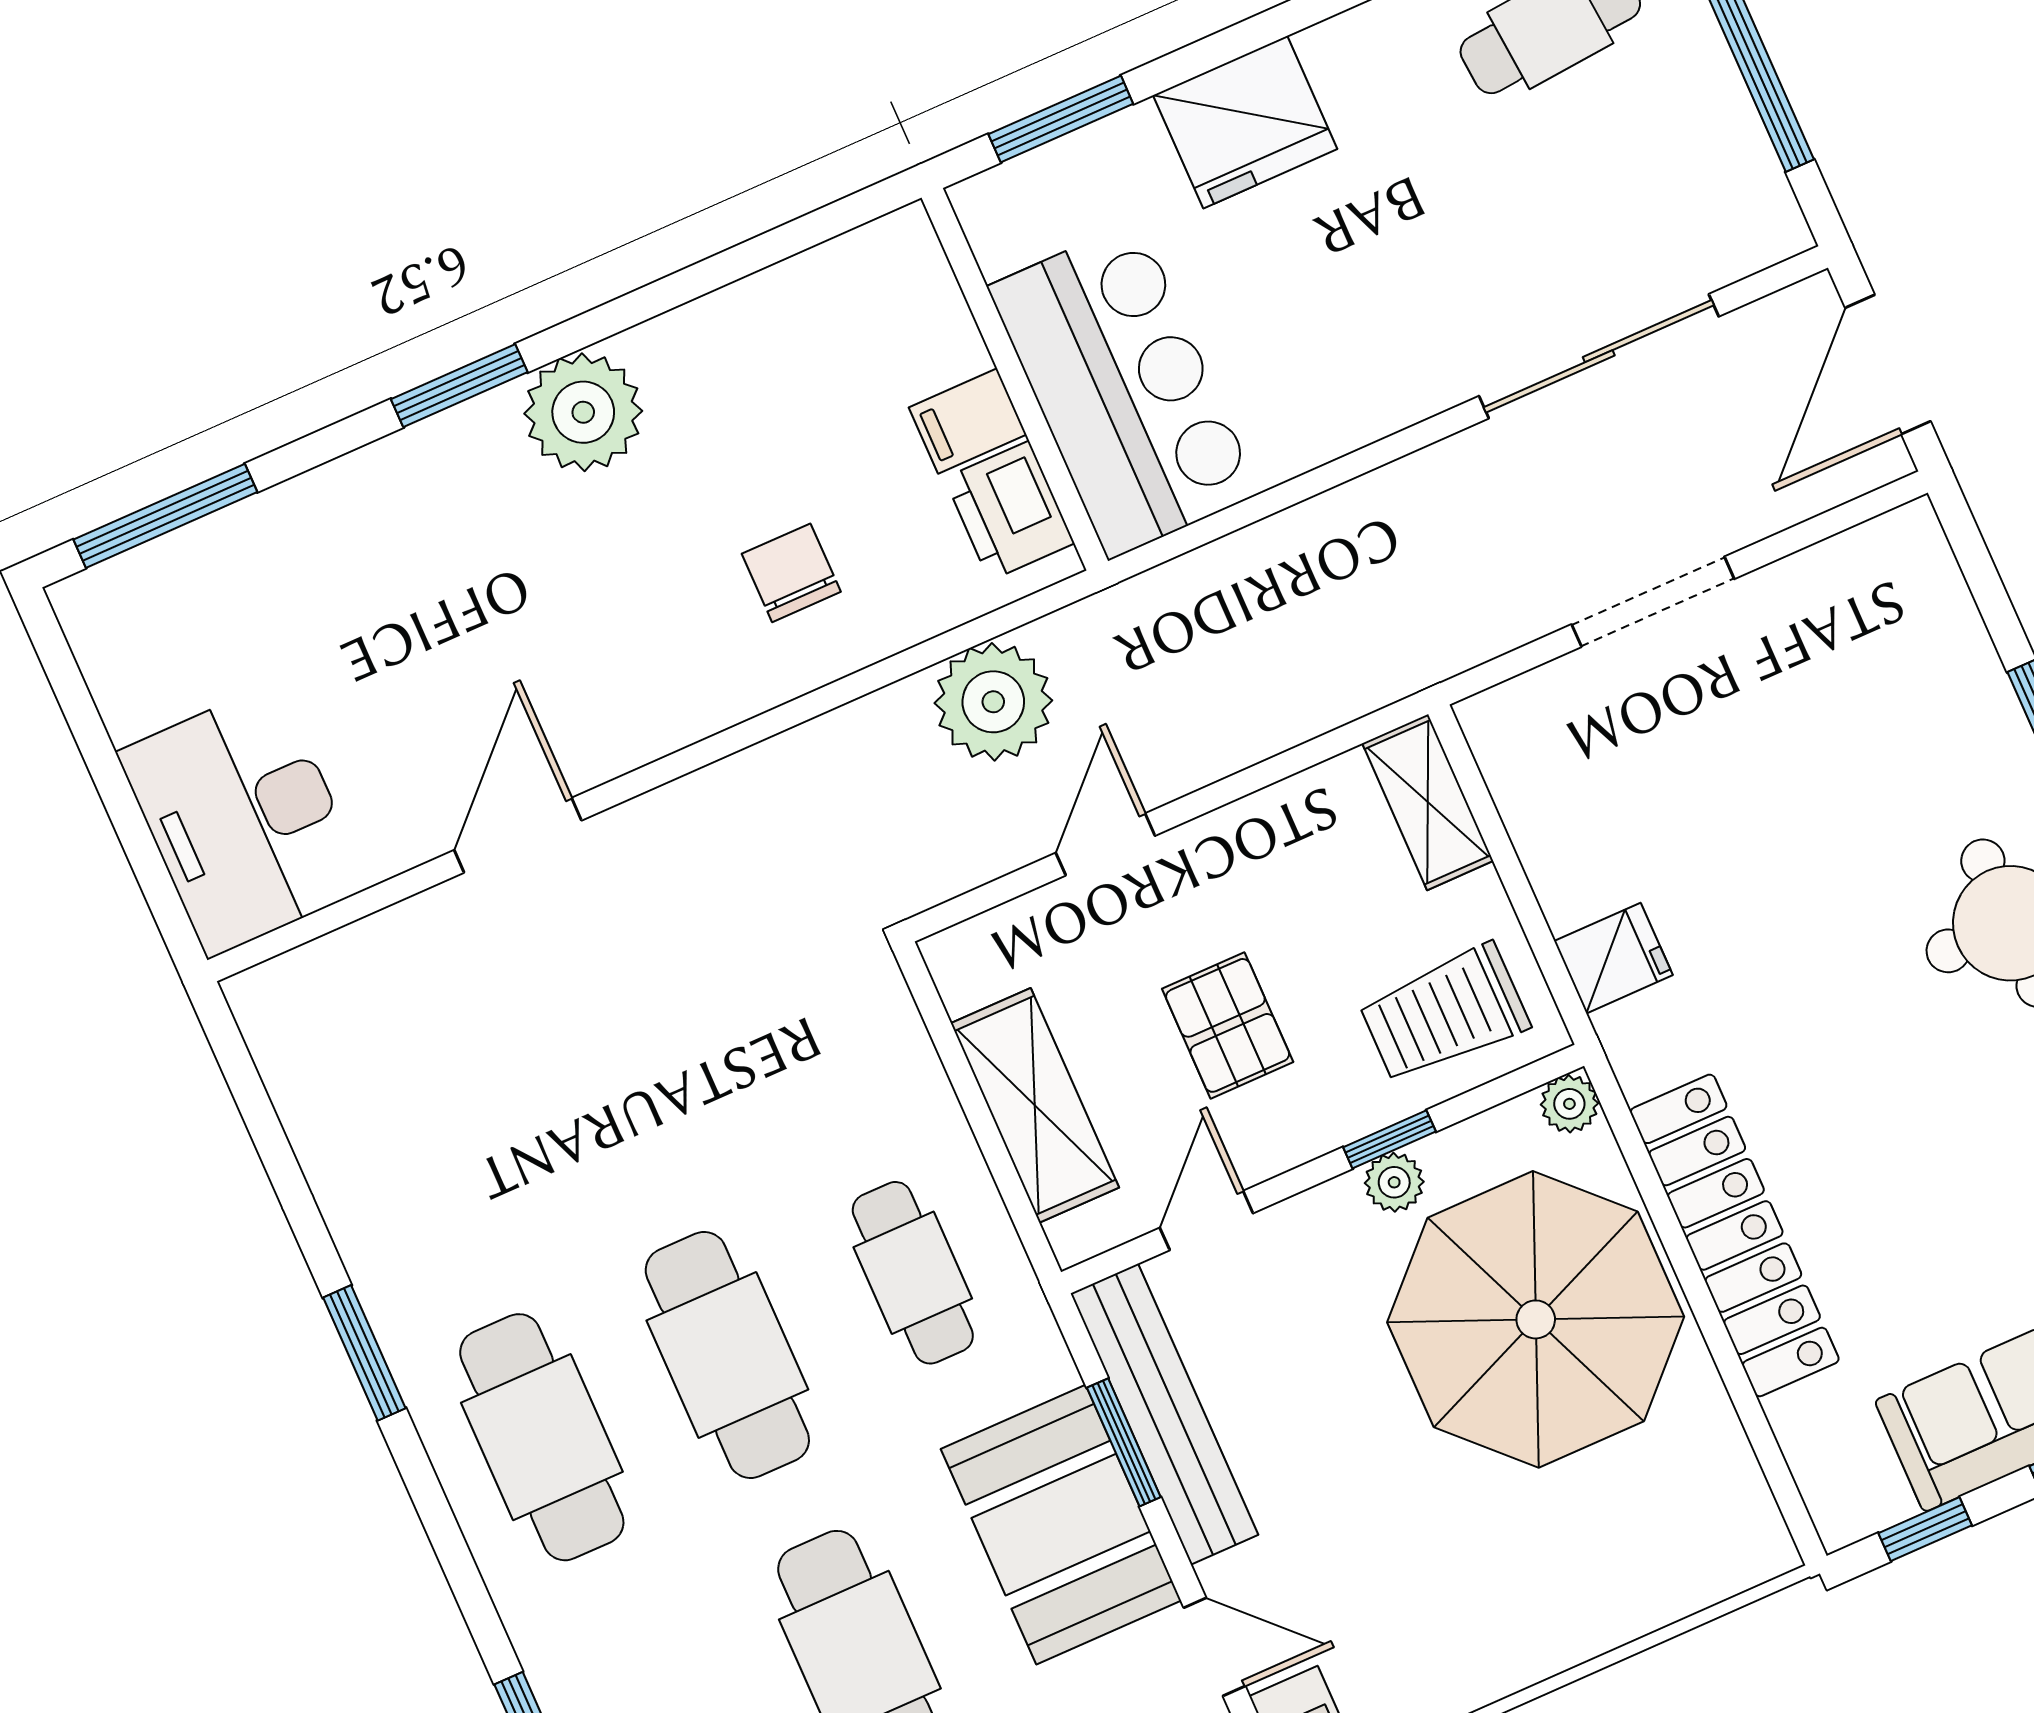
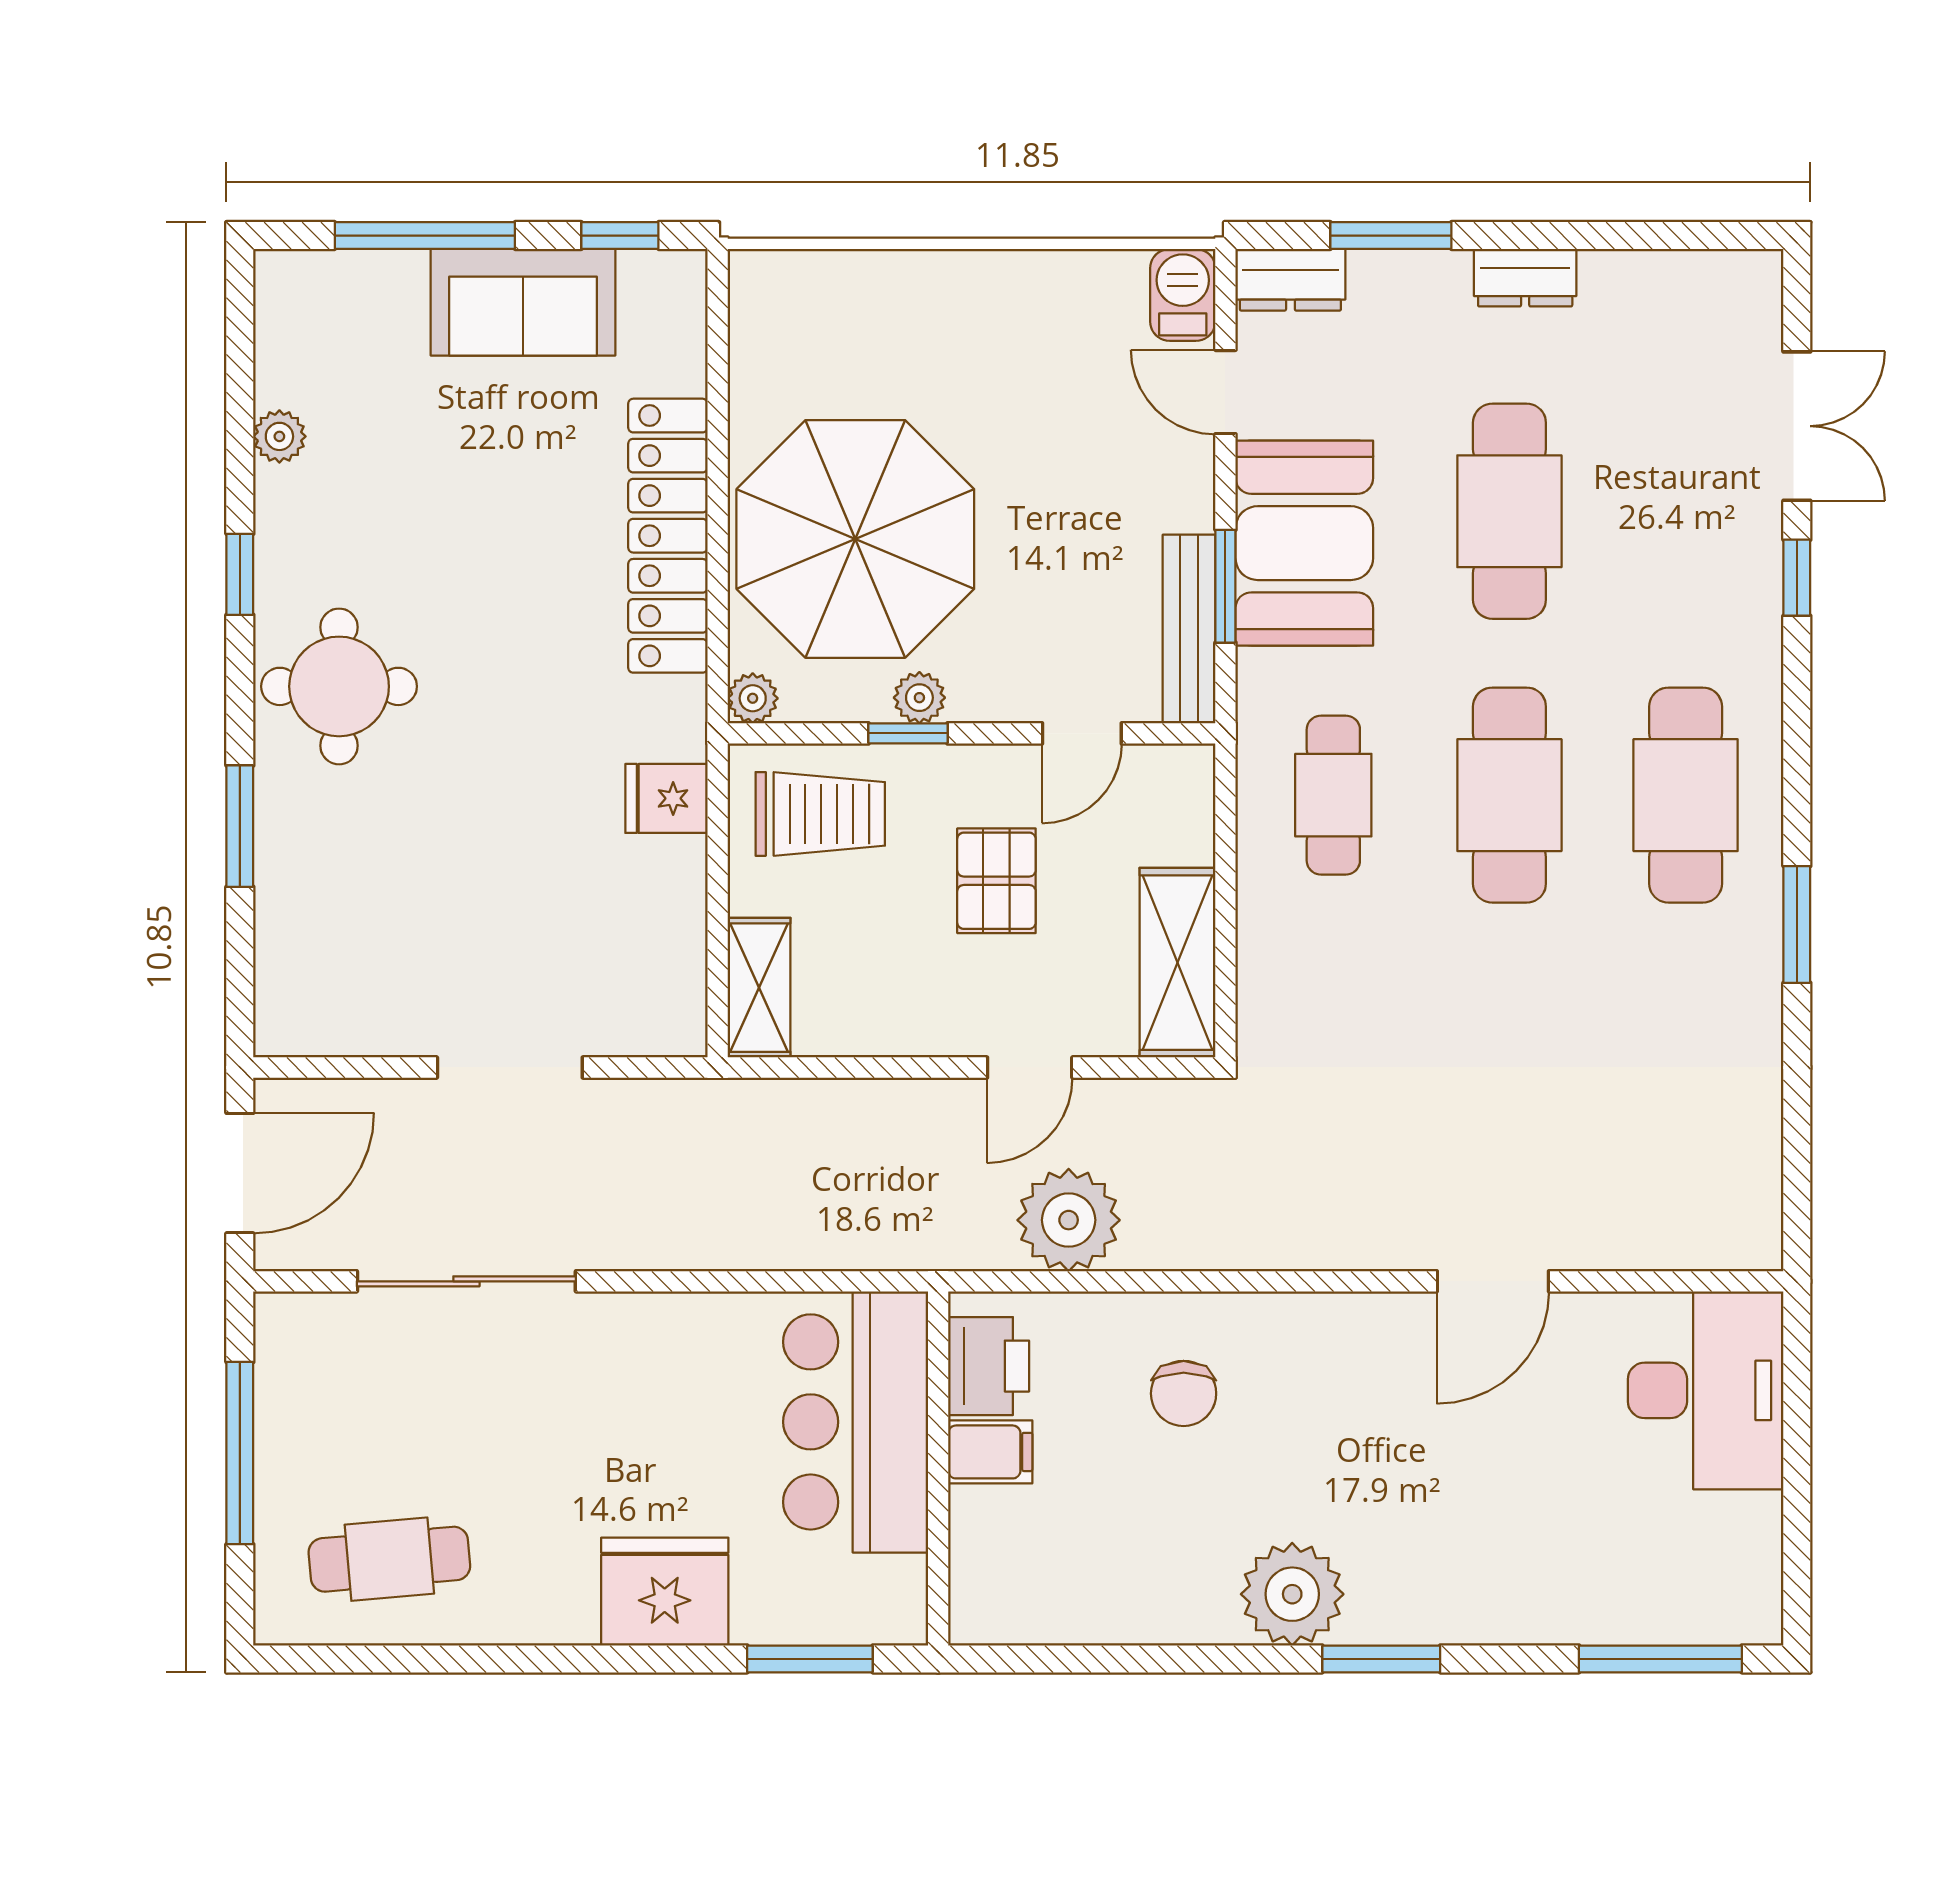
shelving: (1035, 1105) -> (1178, 963), moved
bench: (1164, 1414) -> (1189, 629), width x0.73, depth x0.82

